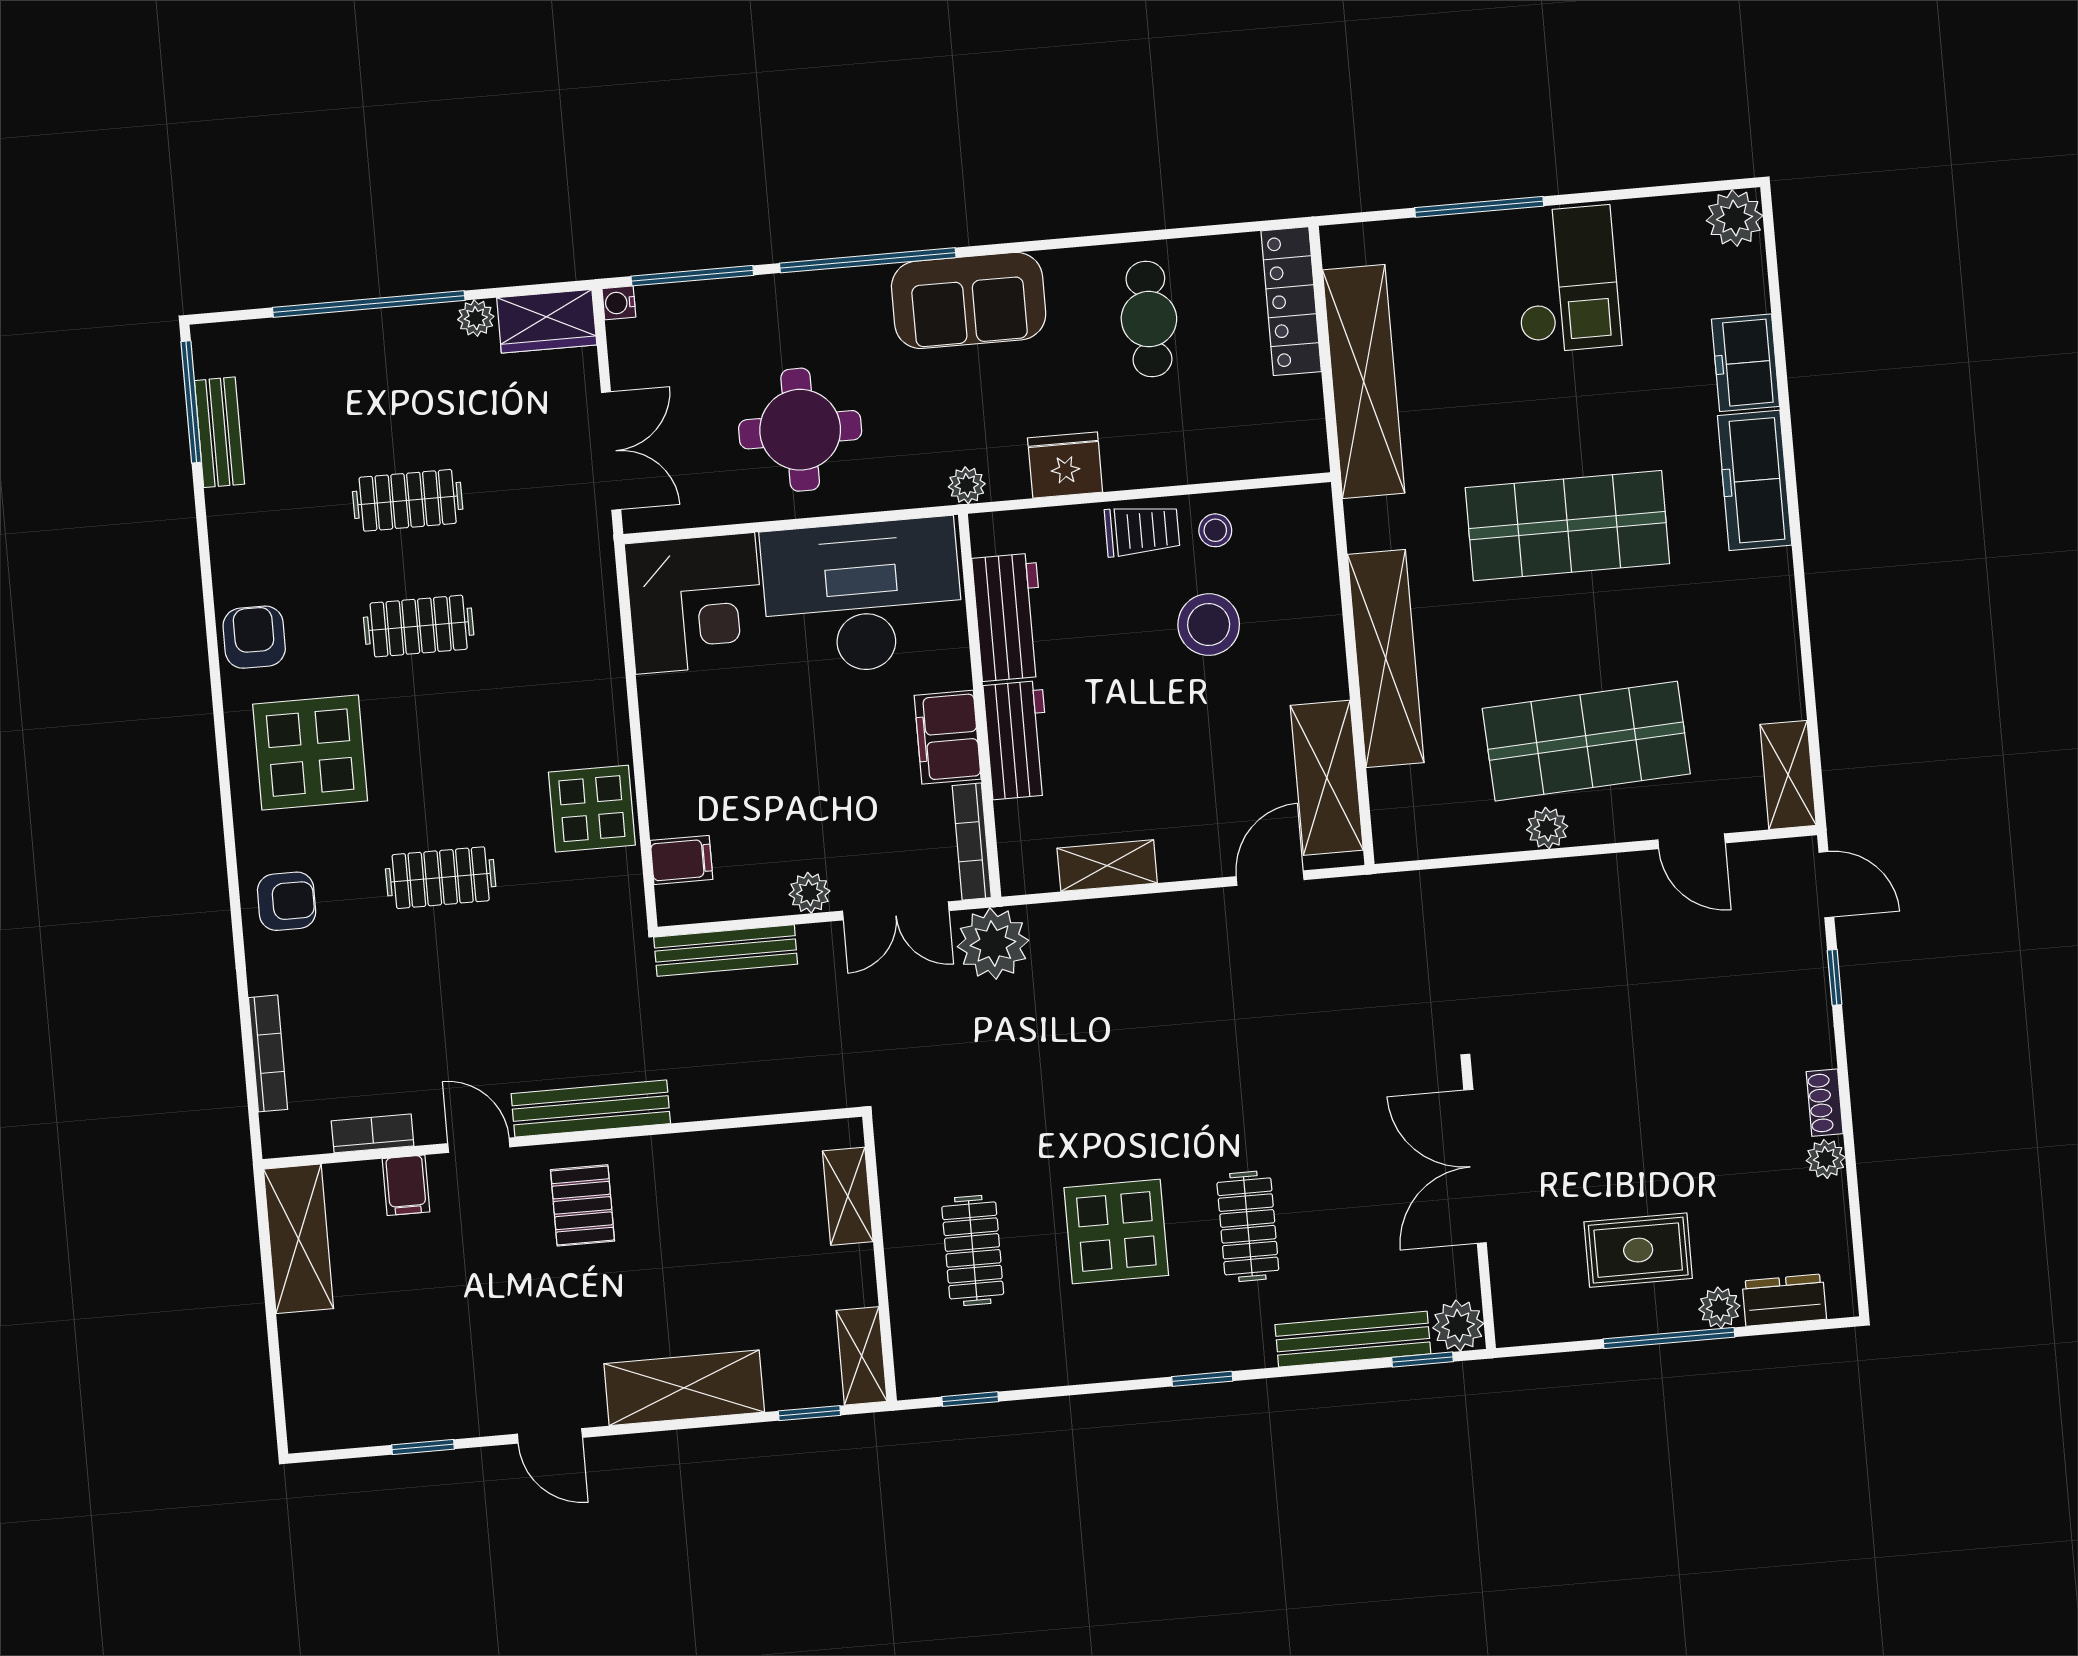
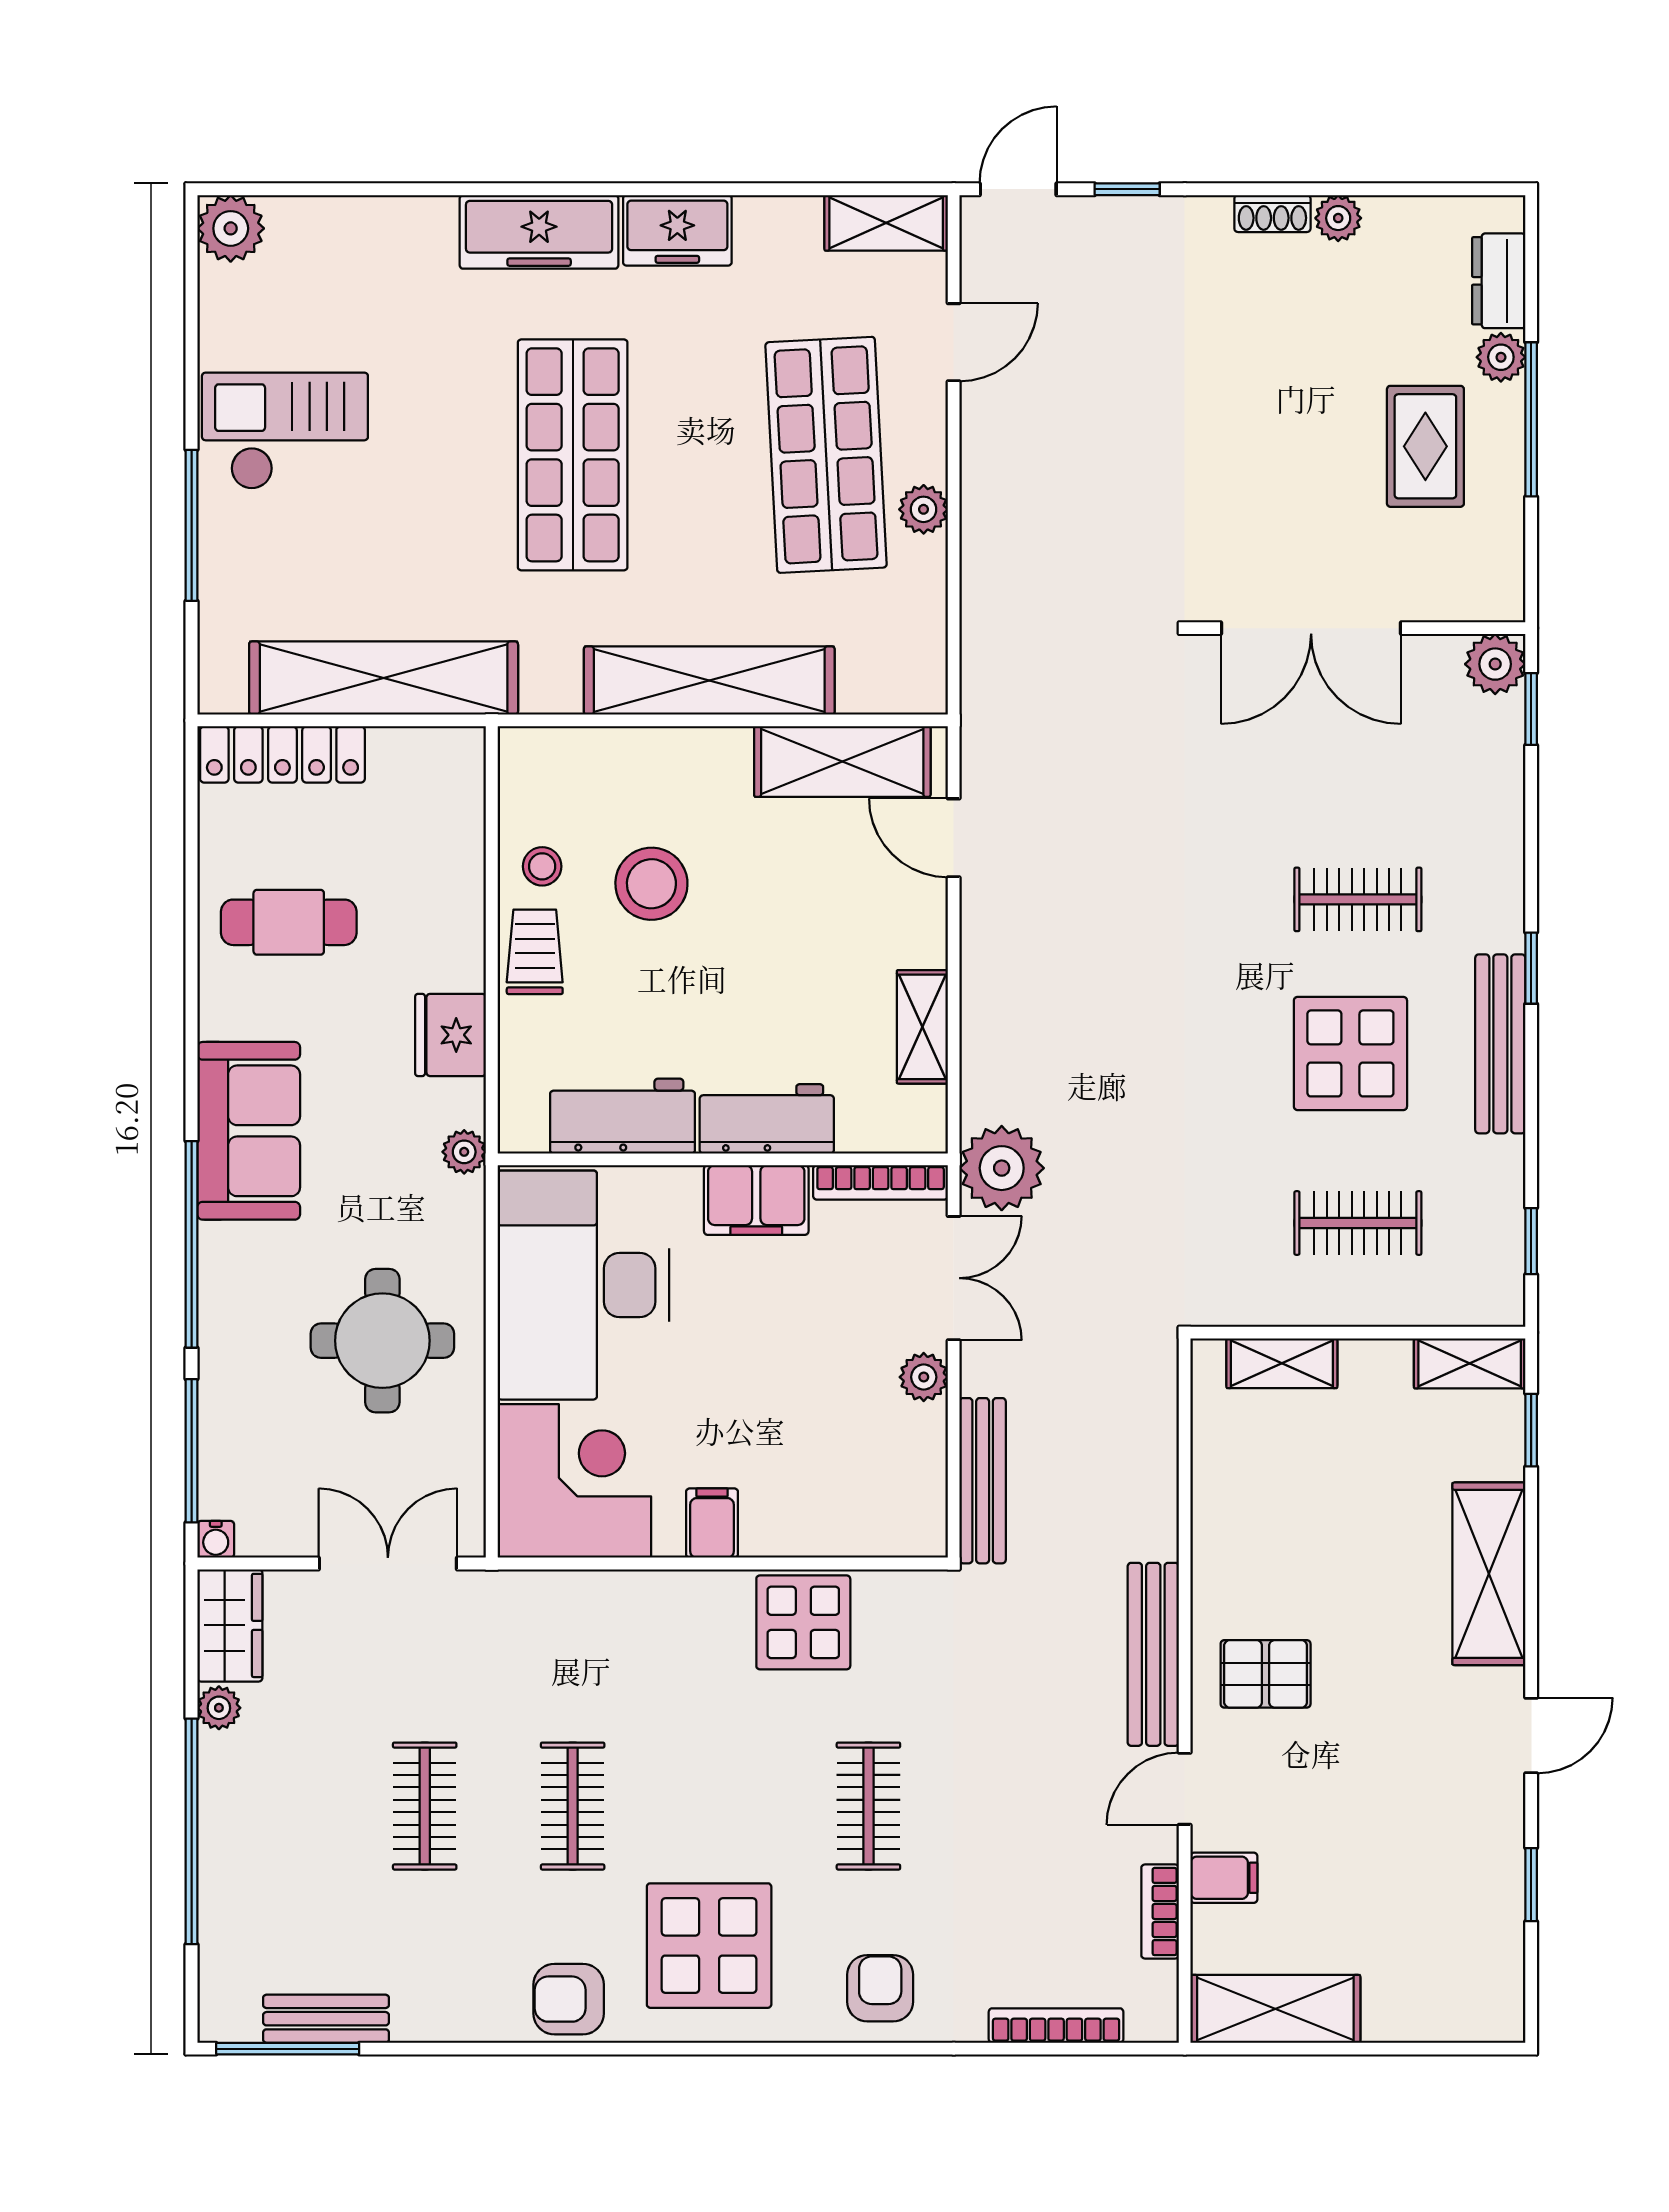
freezer: (1746, 363) -> (677, 230), moved
filing cabinet: (681, 860) -> (712, 1523), moved
bench: (1353, 1339) -> (1500, 1044), moved

